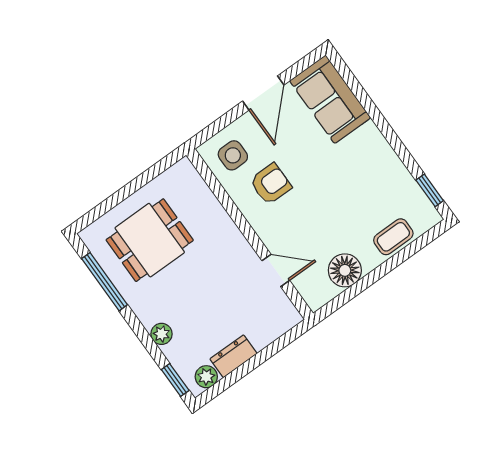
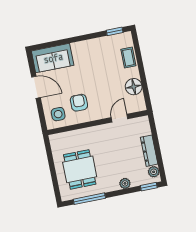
dresser: (233, 356) -> (149, 151), width x1.44

